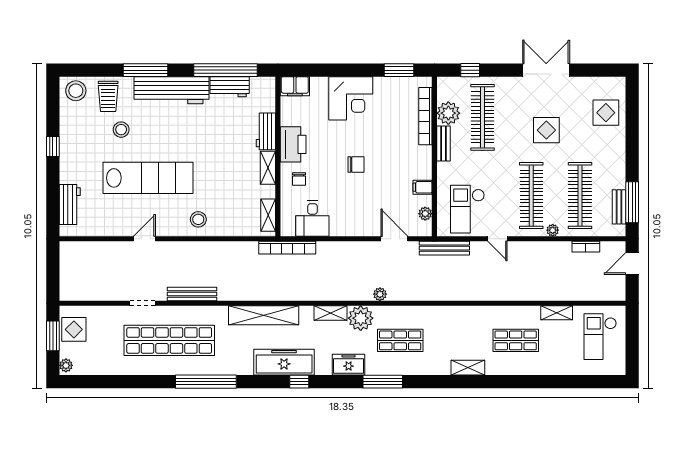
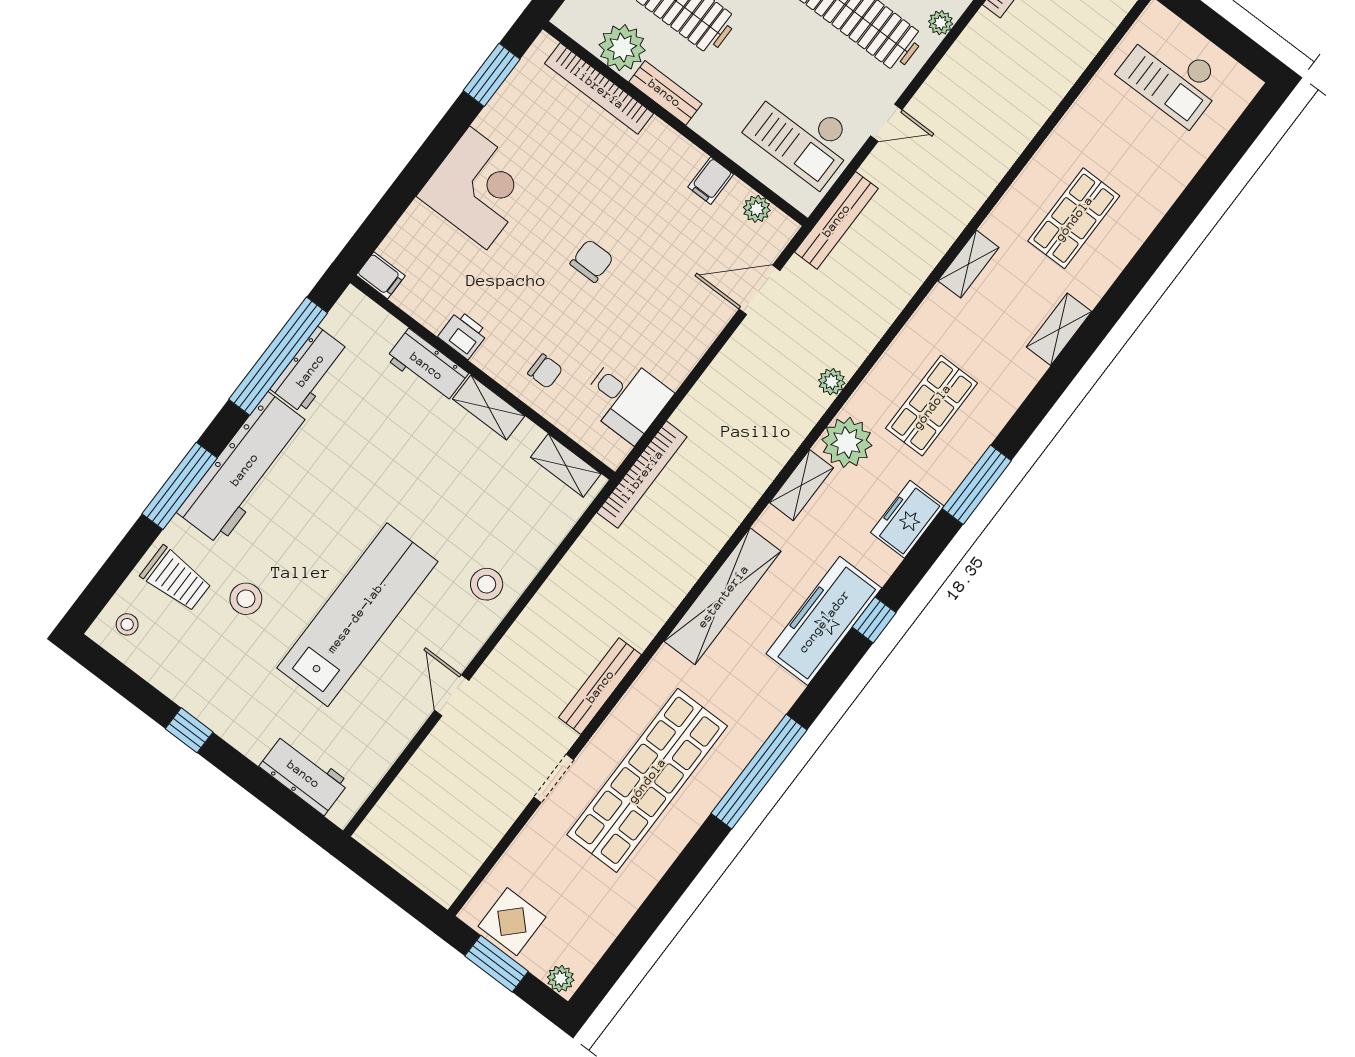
filing cabinet: (295, 86) -> (381, 275), width x0.50
stool: (76, 91) -> (127, 624), width x0.53, depth x0.53
printer: (293, 144) -> (463, 335), width x0.53, depth x0.68
shelving: (557, 313) -> (968, 264), moved

